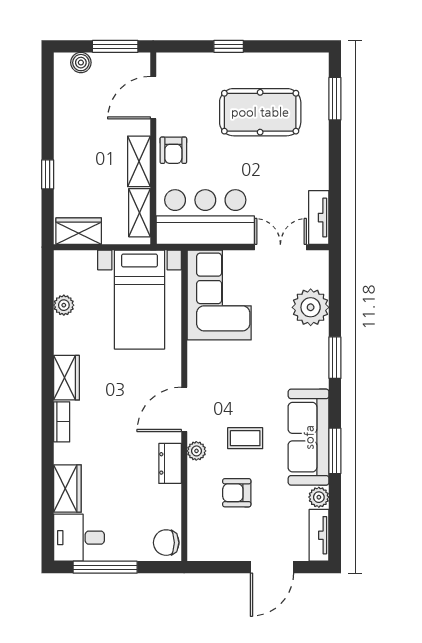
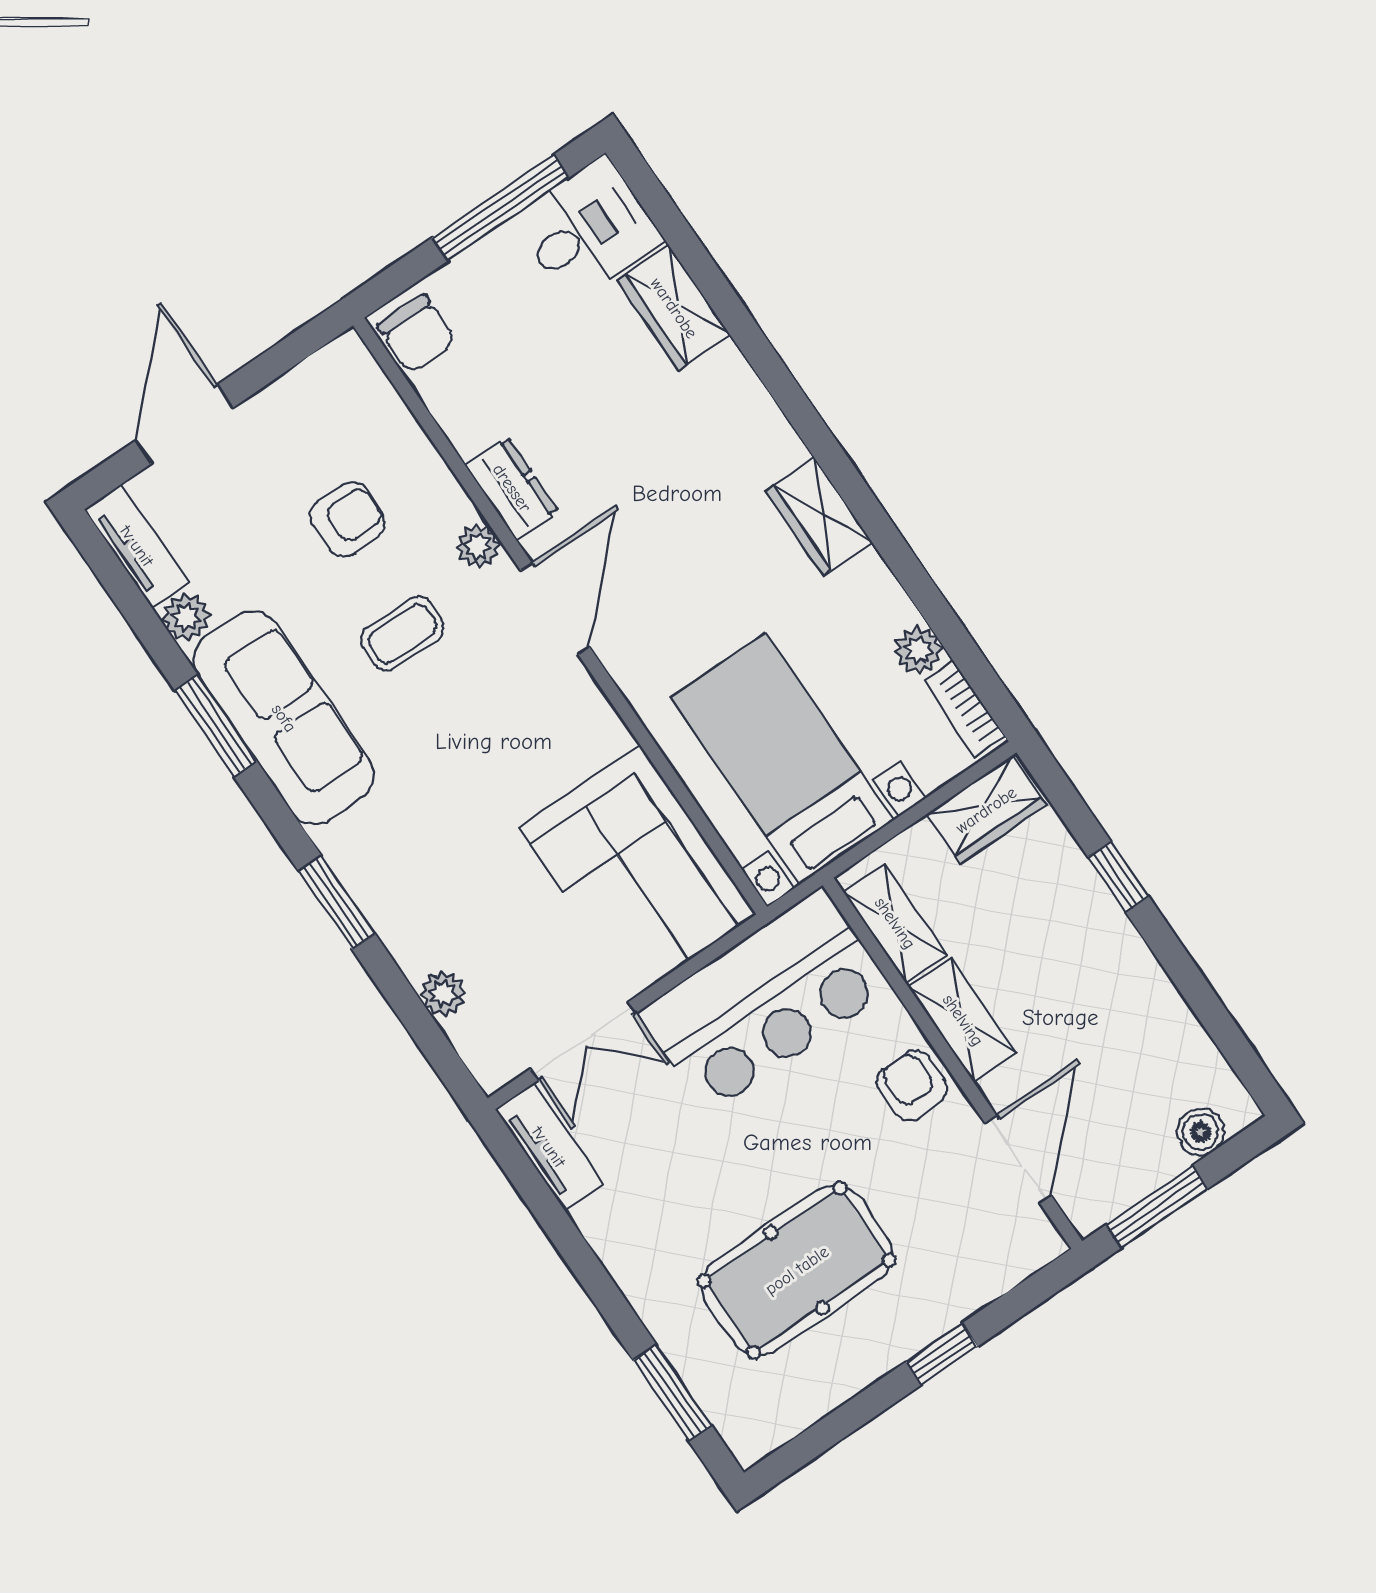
plant: (311, 307) -> (443, 994), width x0.53, depth x0.53
bookcase: (62, 422) -> (964, 708), moved
chair: (166, 543) -> (417, 333), turned 90

